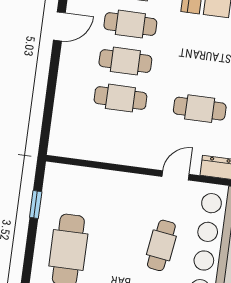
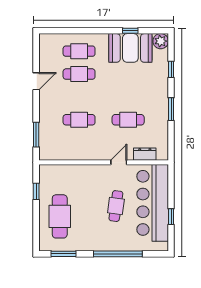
cafe table: (125, 61) -> (79, 97), removed
window: (48, 113) -> (36, 135), added

